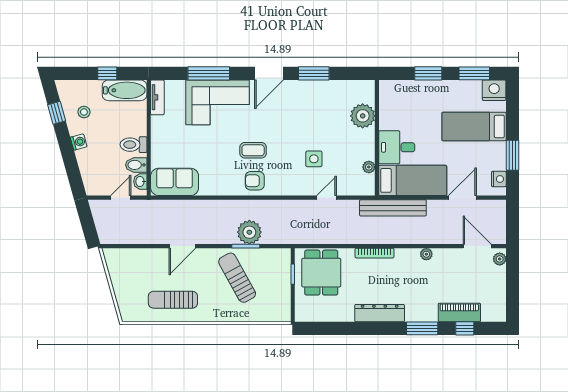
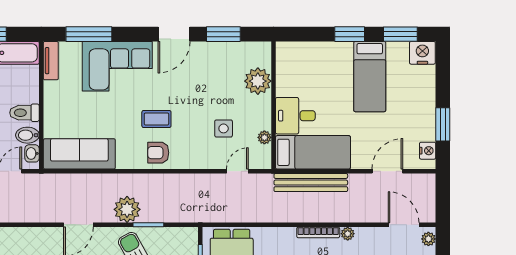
window: (209, 73) -> (89, 34), moved
plant: (363, 116) -> (258, 81), moved
bed: (474, 126) -> (370, 77), moved, turned -90
wall: (377, 138) -> (273, 105), moved
desk: (397, 147) -> (295, 116), moved
plant: (369, 167) -> (264, 137), moved
bed: (413, 180) -> (313, 152), moved
sofa: (175, 182) -> (79, 154), width x1.36
plant: (249, 232) -> (127, 209), moved
bookcase: (374, 253) -> (318, 232), moved

